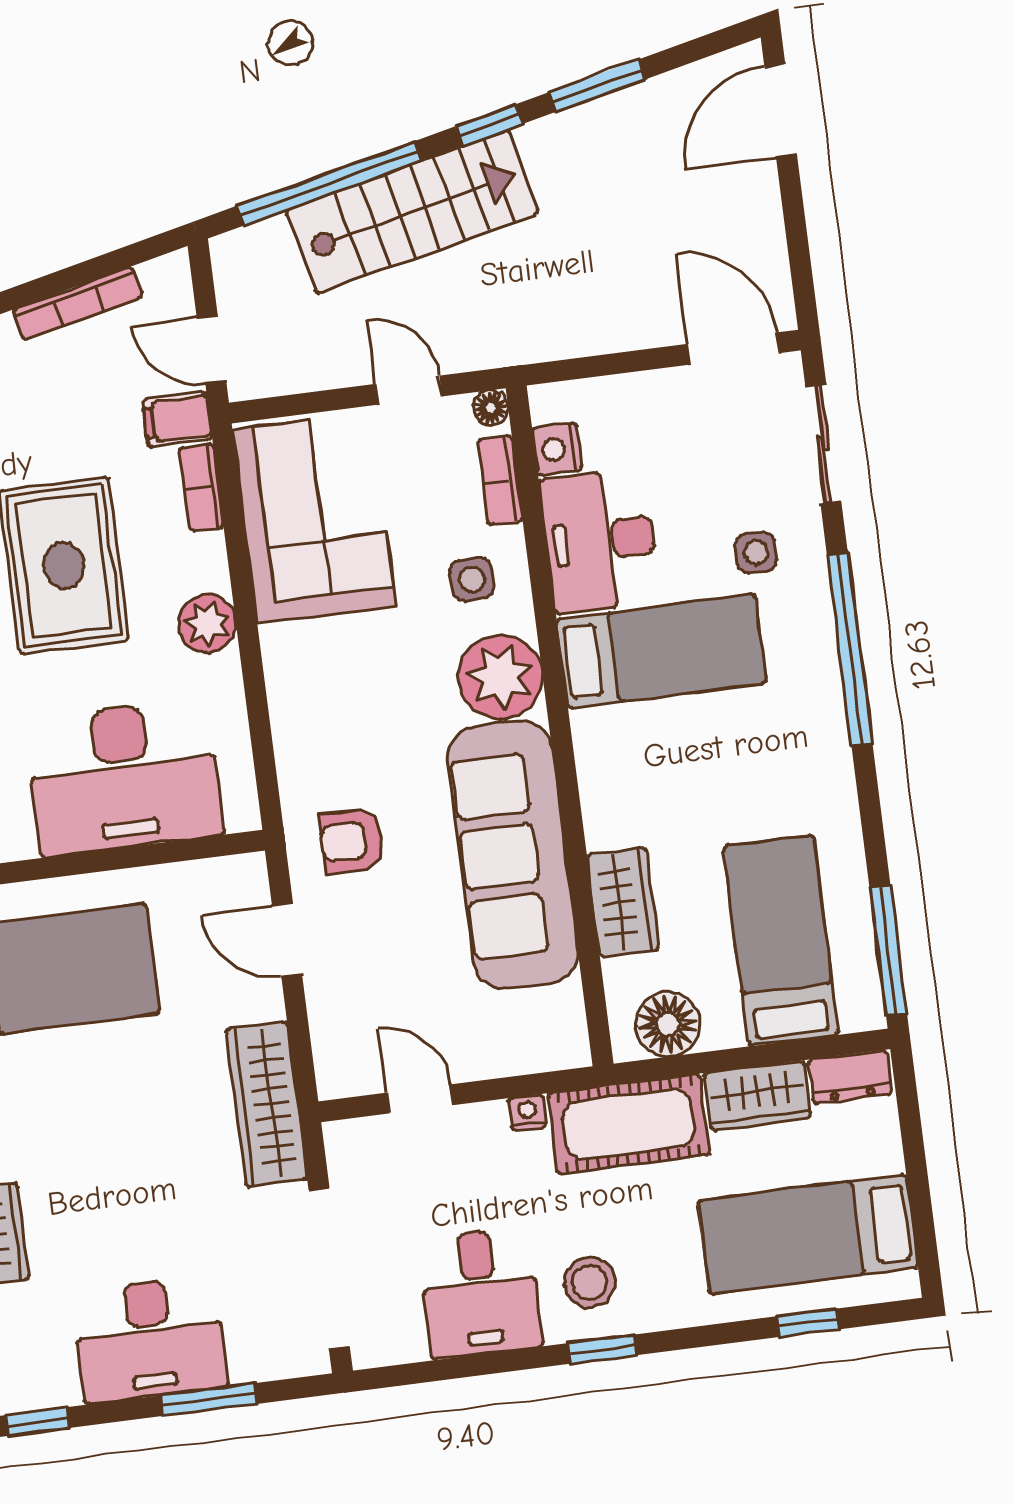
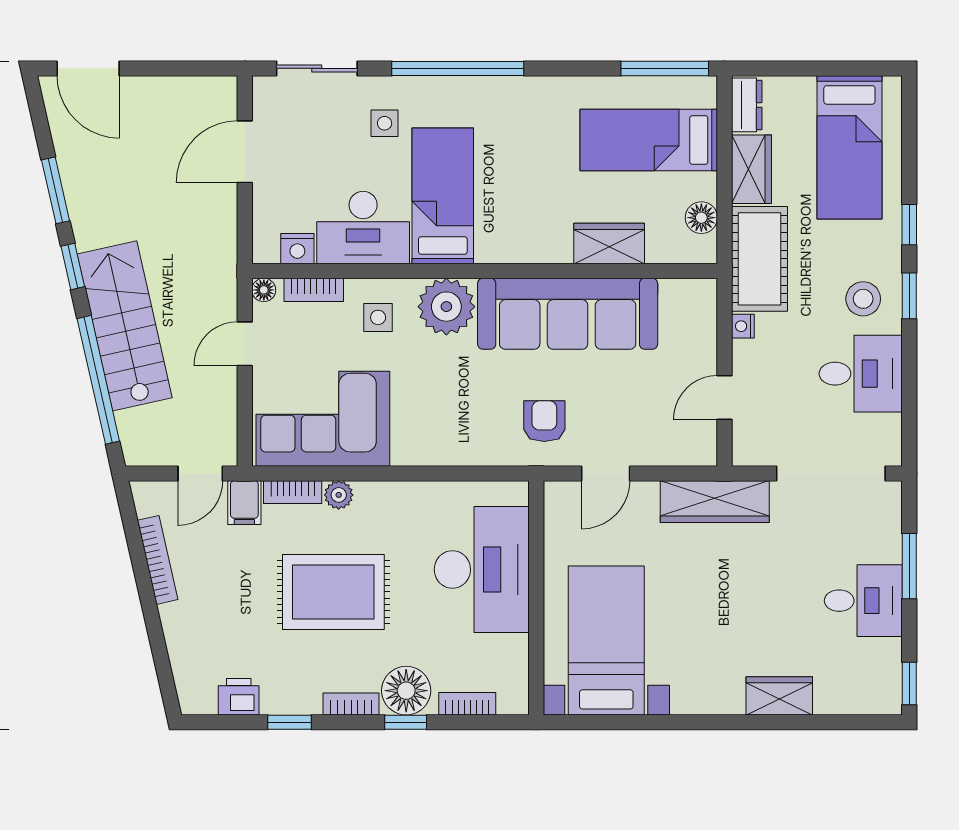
door: (733, 349) -> (245, 152), moved
plant: (207, 624) -> (339, 495), moved, width x0.73, depth x0.73
armchair: (352, 841) -> (544, 421), turned 180
floor lamp: (668, 1024) -> (701, 218), width x0.73, depth x0.73
window: (808, 1323) -> (909, 225), moved
desk: (150, 1339) -> (863, 601), width x0.73

